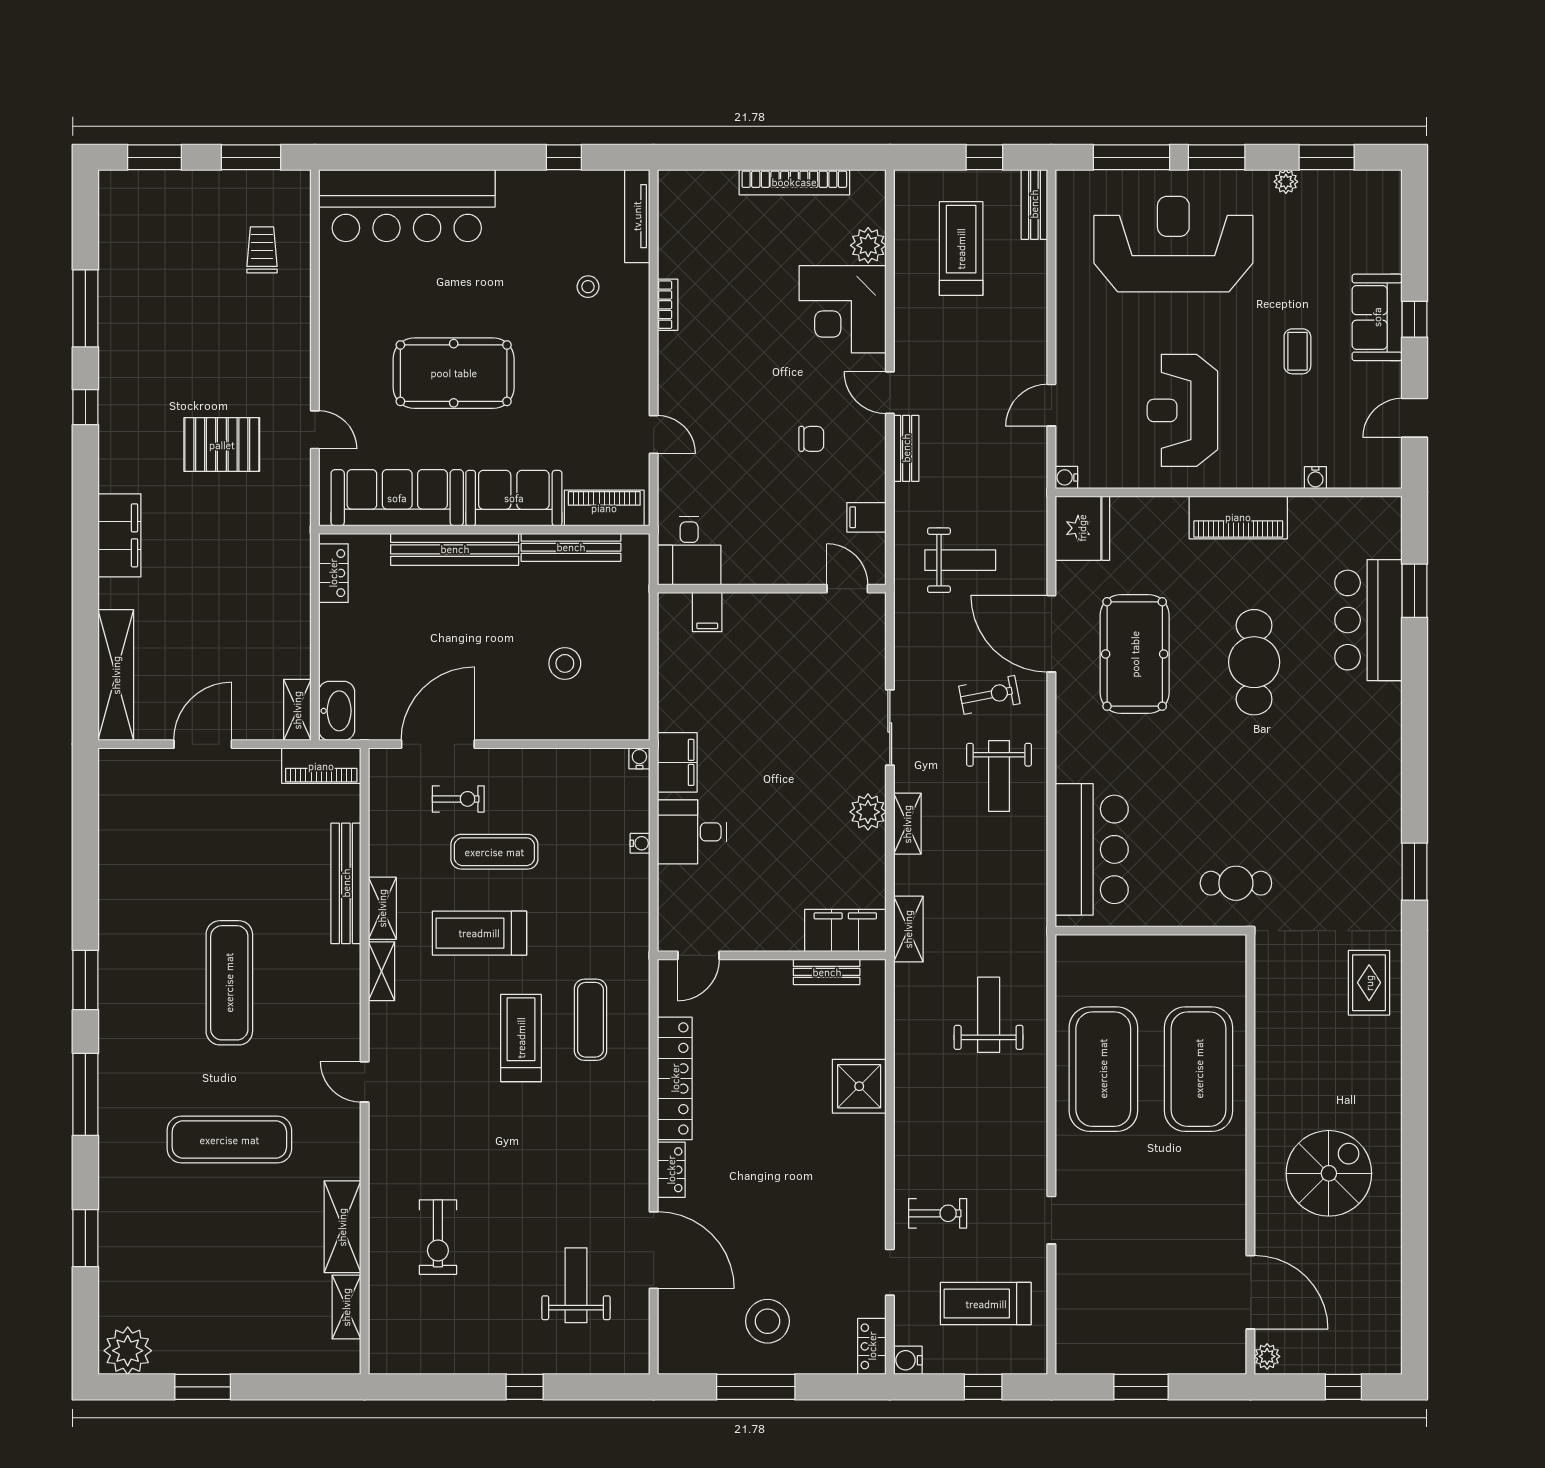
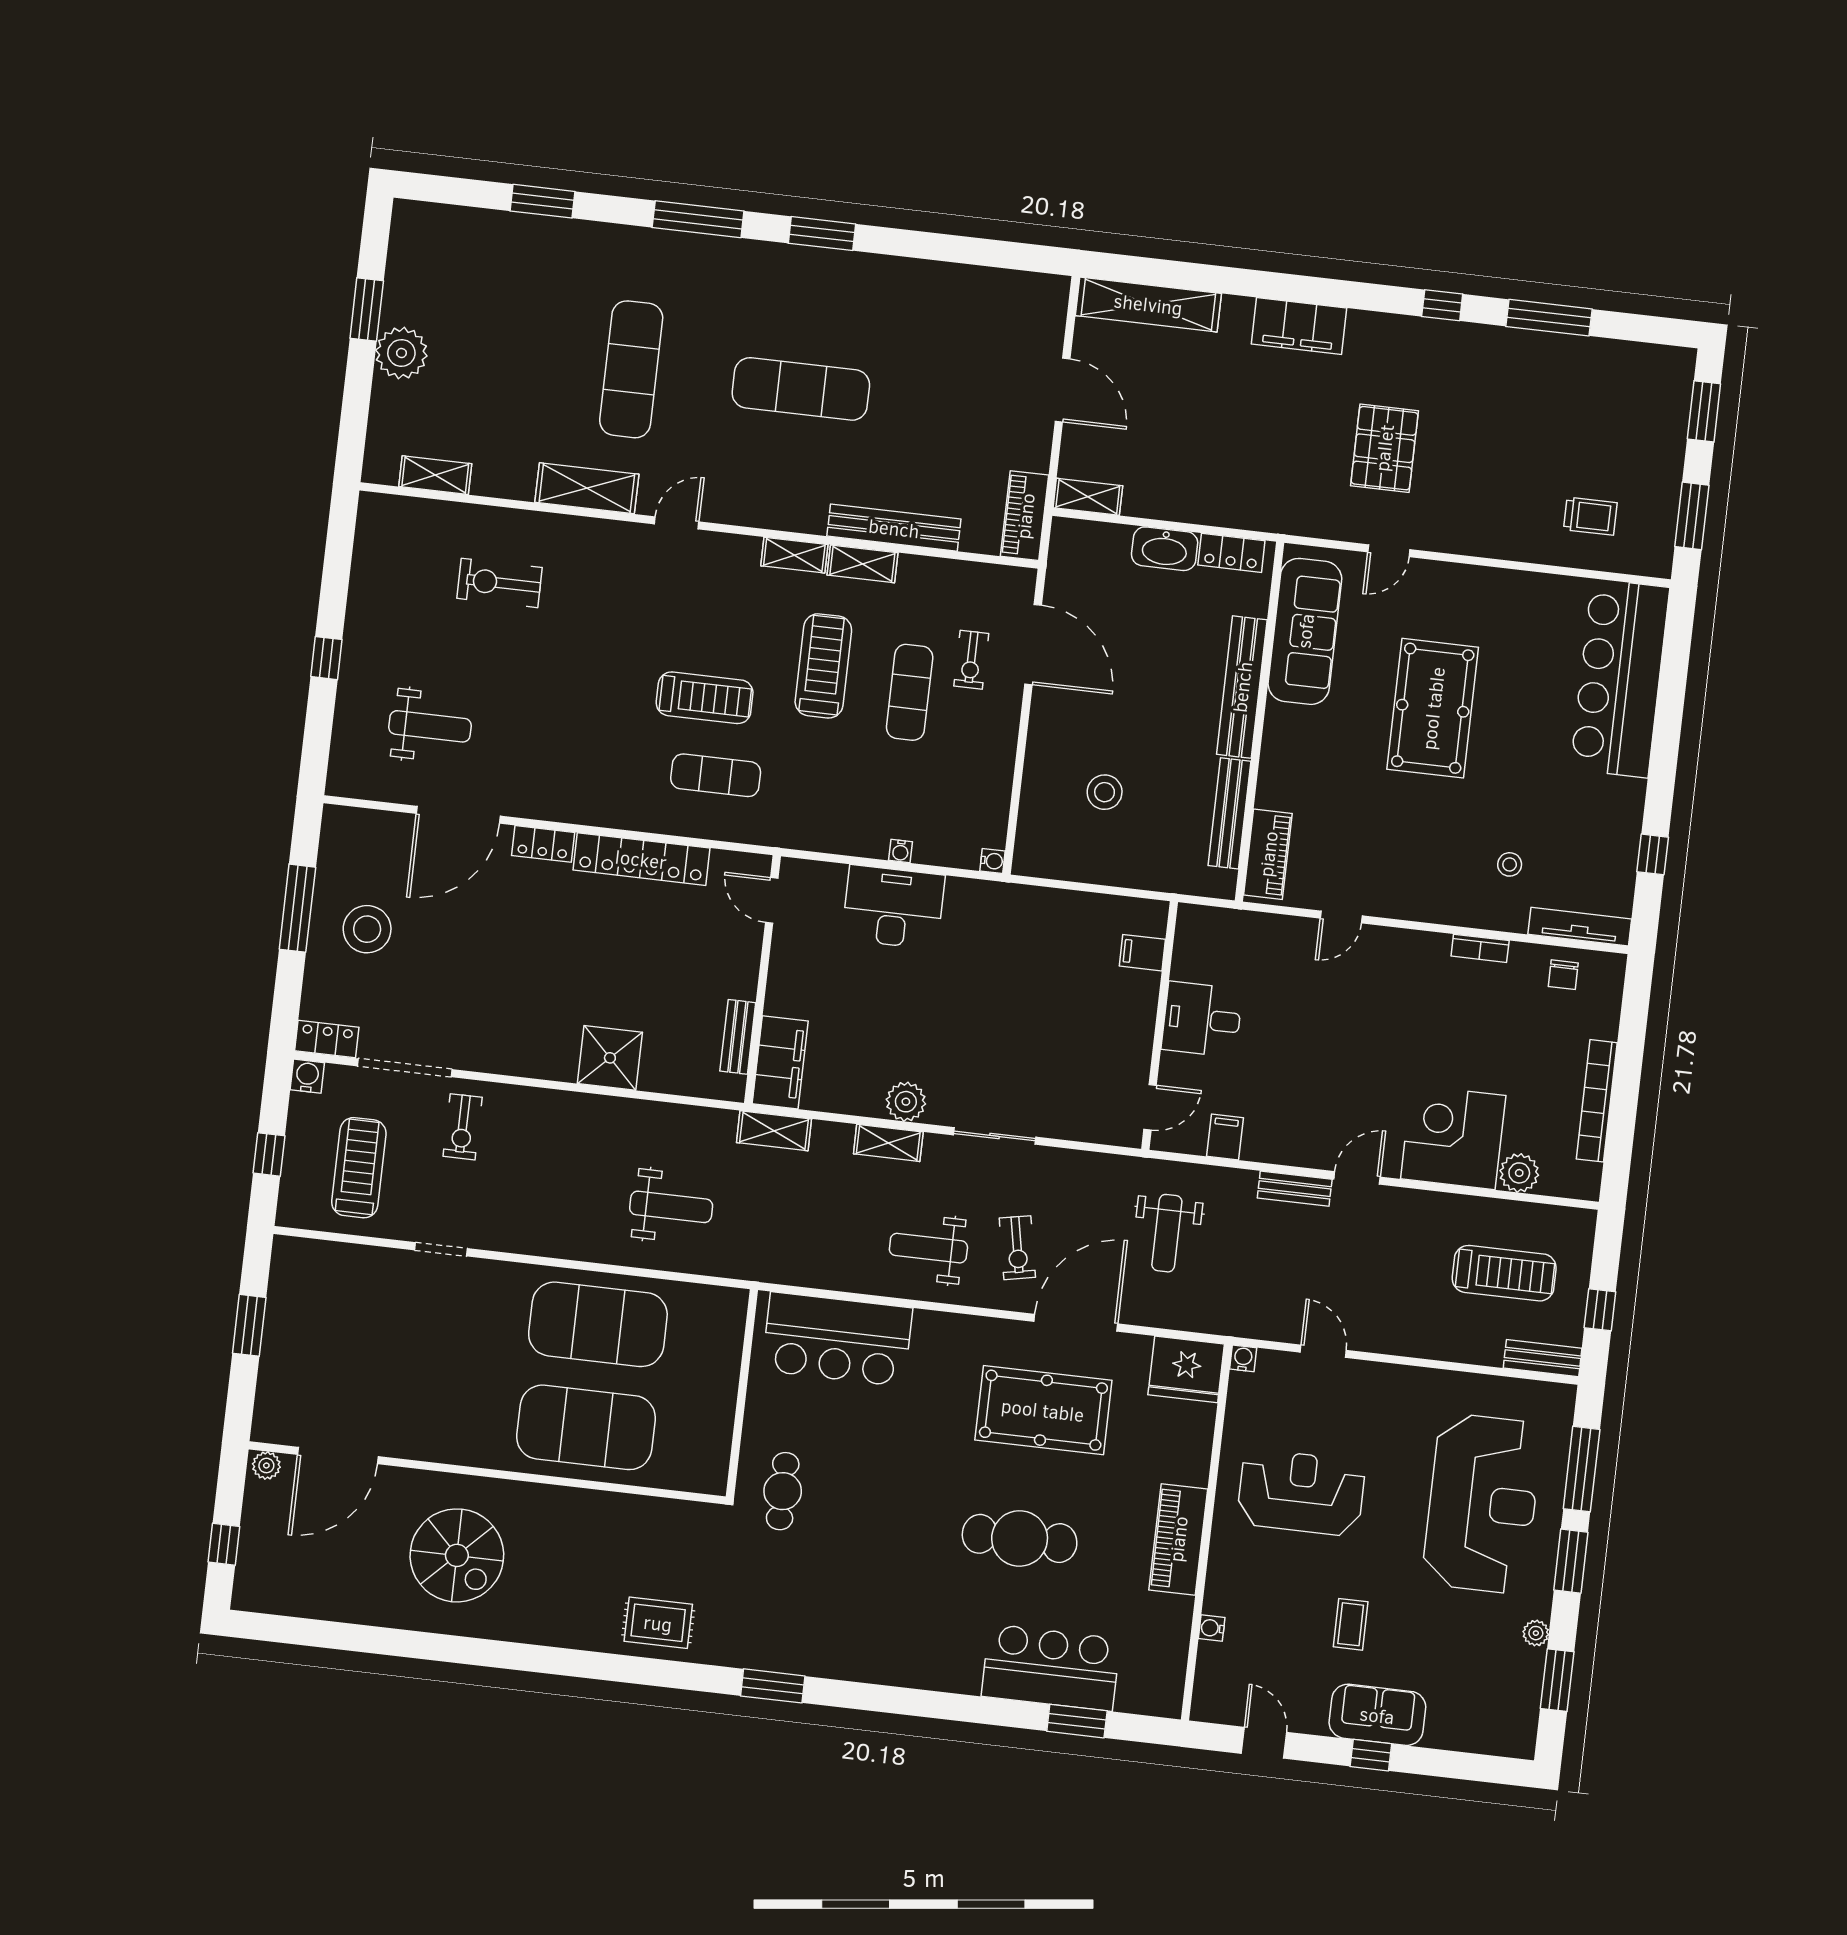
coffee table: (1297, 351) -> (1351, 1624), turned 90
chair: (811, 439) -> (1563, 975), moved
sofa: (514, 498) -> (1290, 758), removed
desk: (689, 551) -> (1202, 1019), moved
washbasin: (337, 711) -> (1165, 549), moved
filing cabinet: (677, 762) -> (983, 901), removed
desk: (692, 832) -> (893, 907), width x1.37
shelving: (342, 1227) -> (587, 488), moved
doorway: (890, 1272) -> (405, 1068), width x1.88
plant: (128, 1351) -> (401, 353), moved

